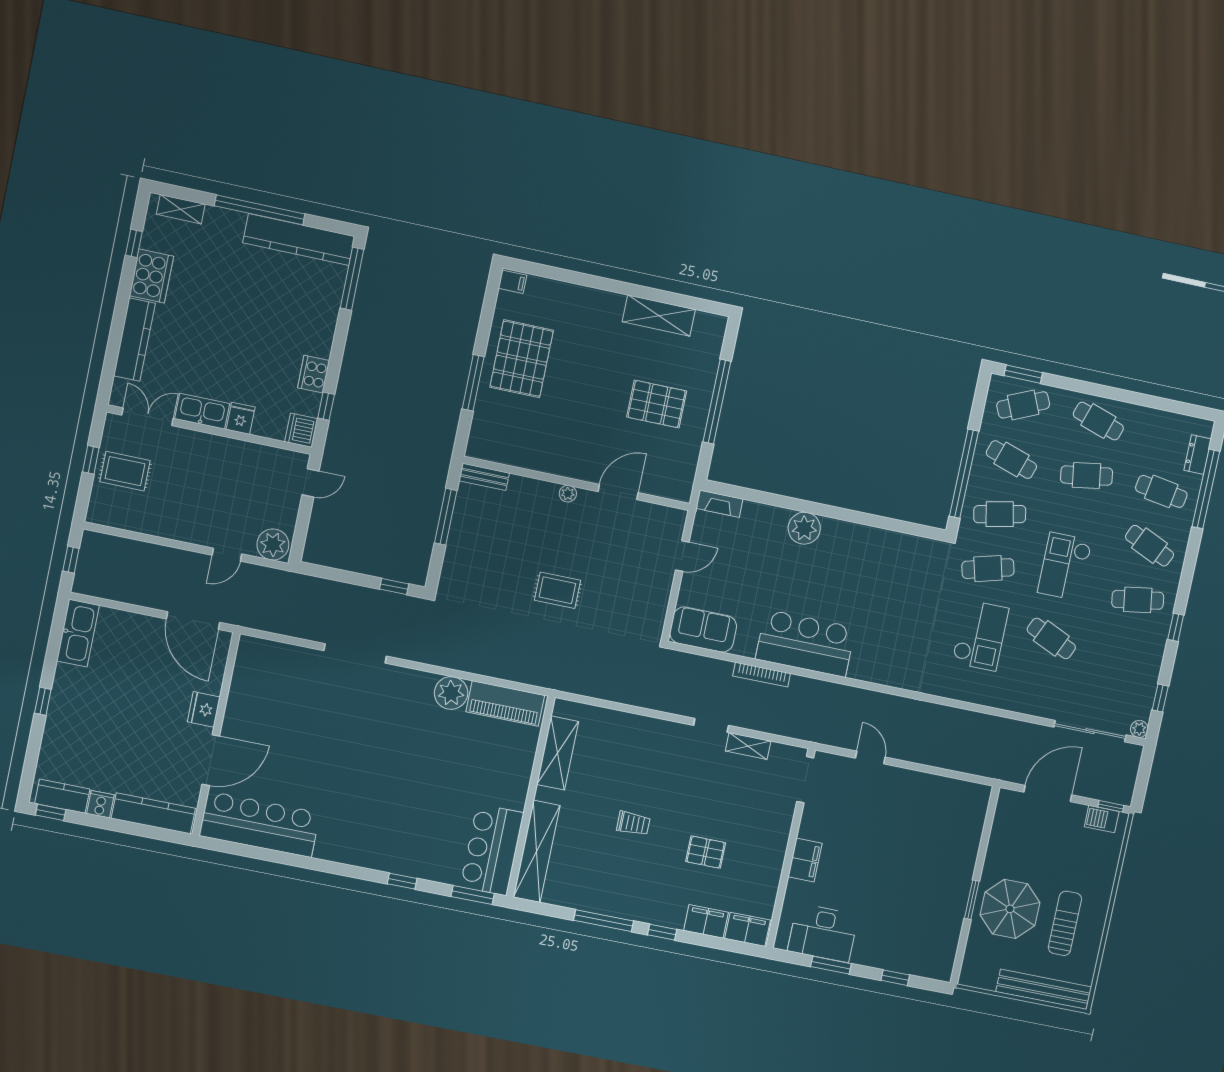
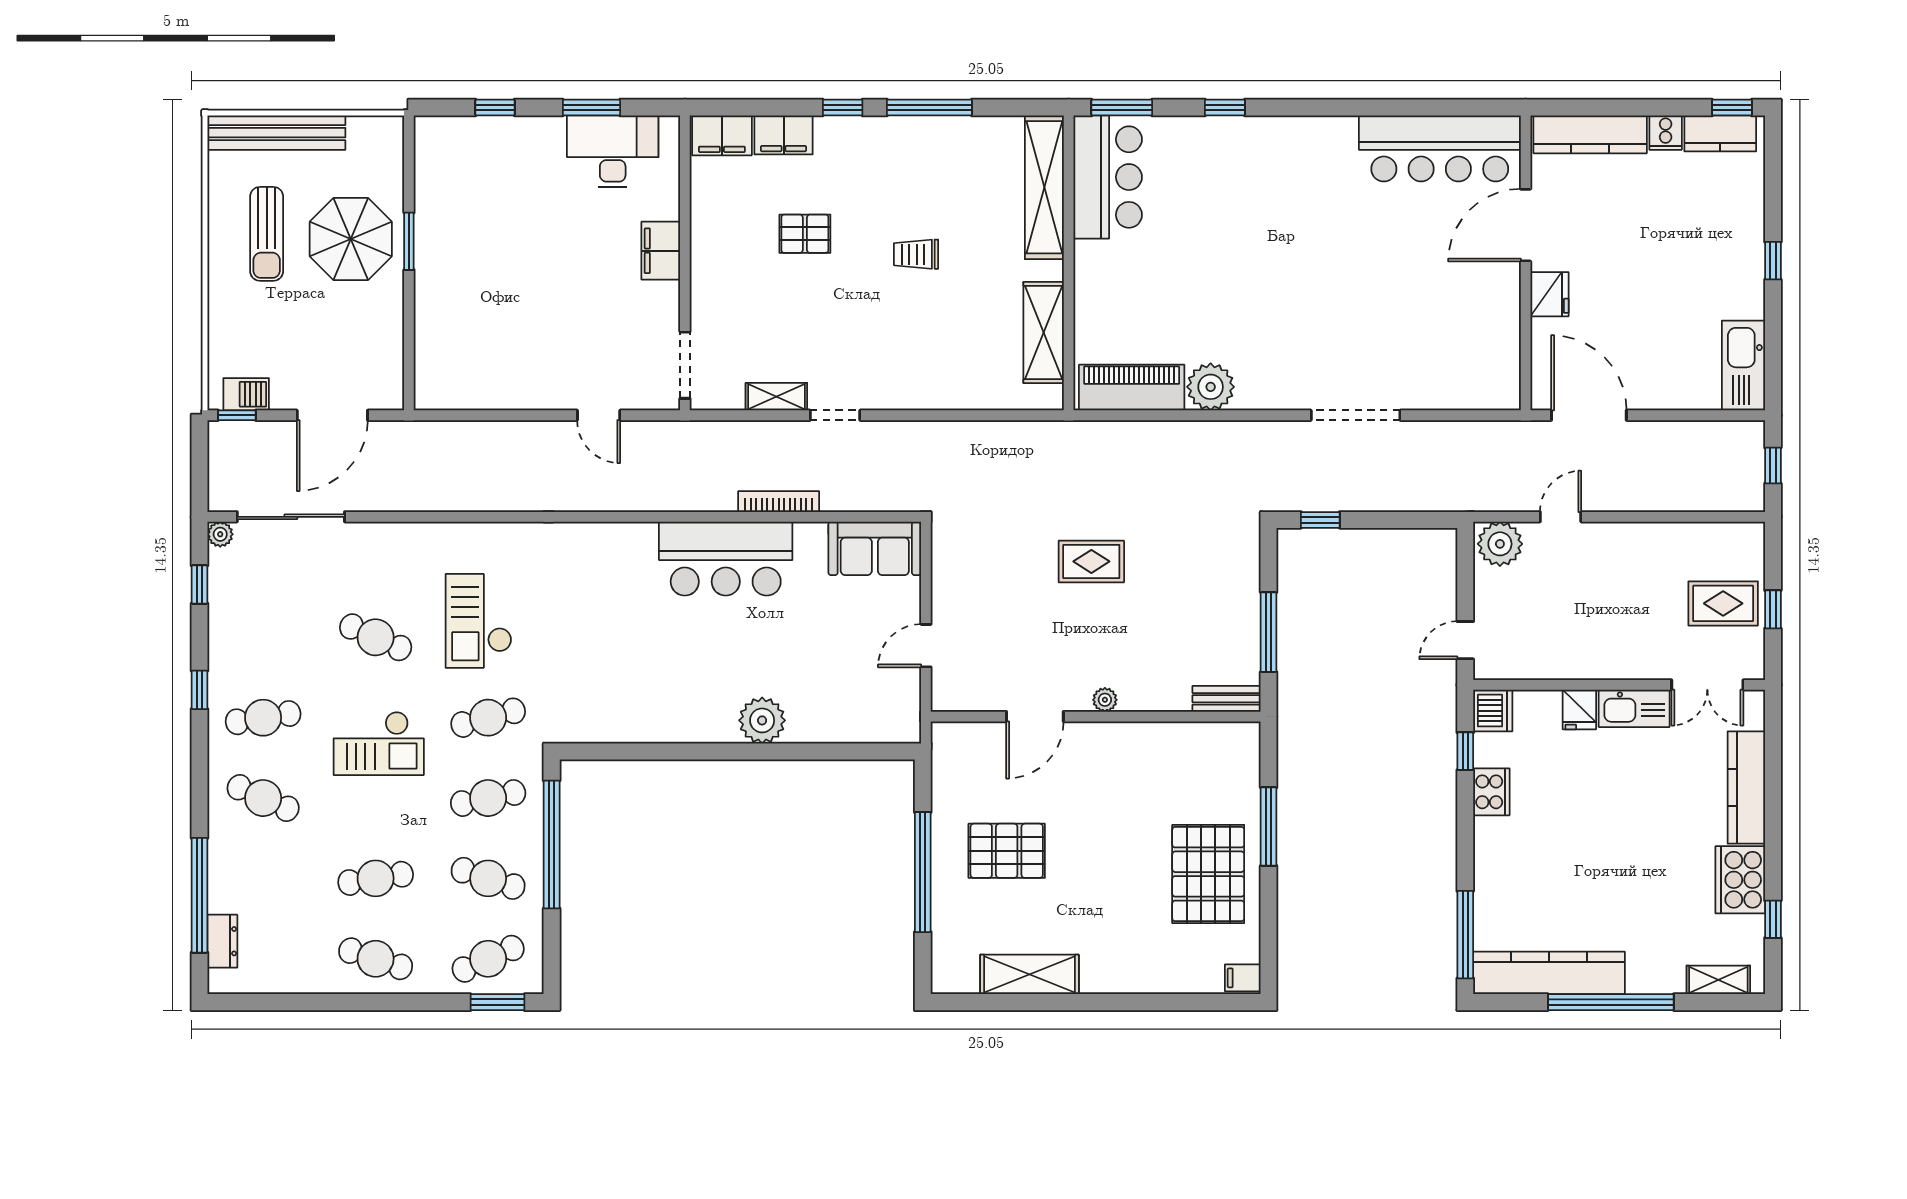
cafe table: (1161, 491) -> (263, 878), removed
fireplace: (719, 504) -> (889, 730), removed
checkout: (1065, 566) -> (379, 743), turned 90

